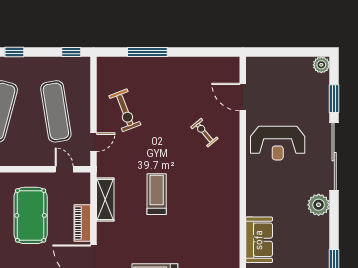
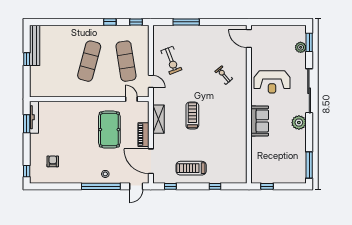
window: (14, 52) -> (110, 22), moved
plant: (321, 65) -> (301, 47), moved
door: (243, 97) -> (249, 39), moved
window: (334, 99) -> (309, 42), moved
door: (94, 142) -> (151, 81), hinge flipped
sofa: (259, 240) -> (260, 121), moved

